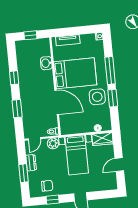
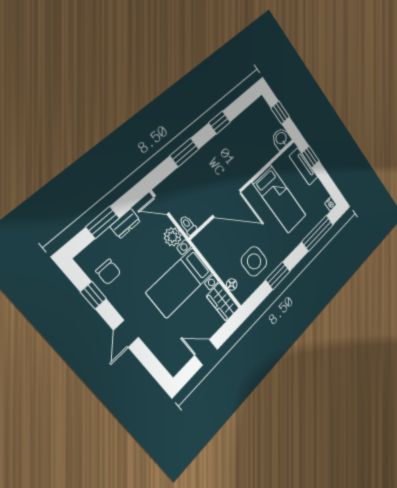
window: (66, 32) -> (310, 157), added
washbasin: (46, 63) -> (281, 139), moved
window: (110, 71) -> (318, 233), moved
bed: (75, 73) -> (279, 199), width x0.67
side table: (97, 97) -> (254, 261), moved
door: (57, 102) -> (227, 203), hinge flipped

